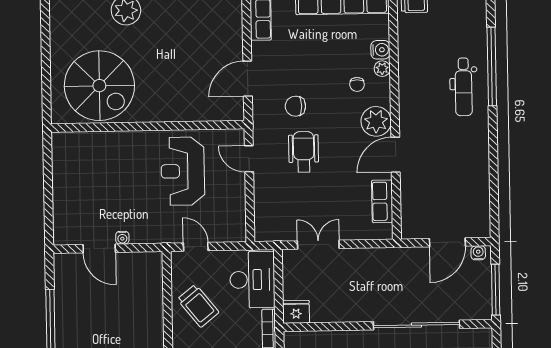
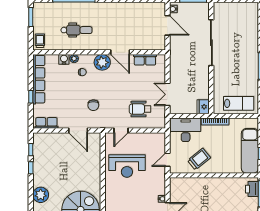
dental chair: (464, 87) -> (76, 30), moved
wheelchair: (304, 152) -> (140, 109), moved

